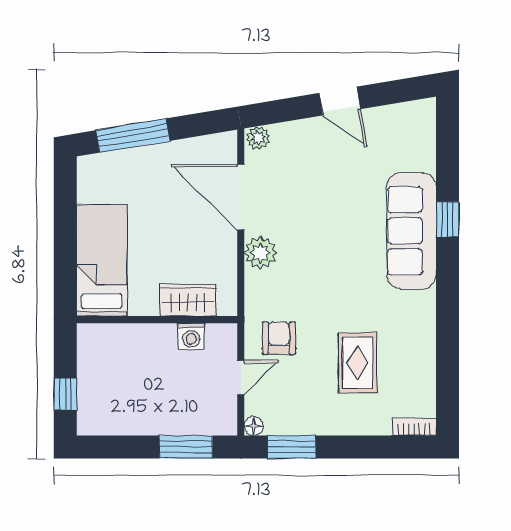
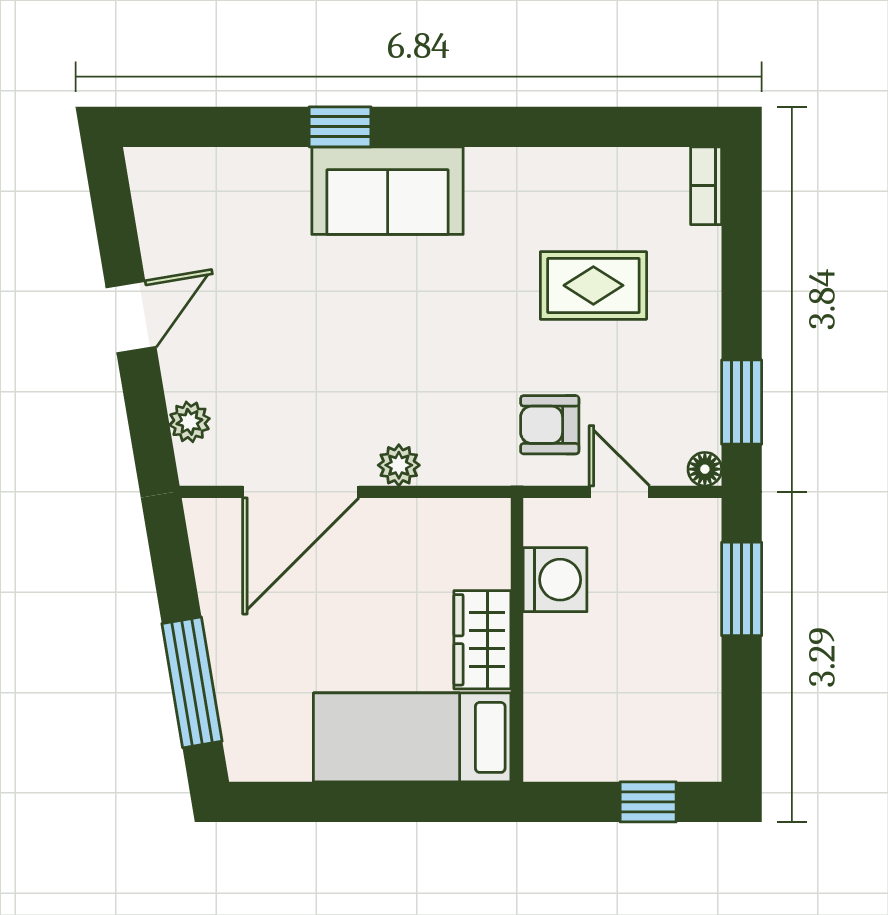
plant: (258, 138) -> (189, 422), moved
sofa: (411, 231) -> (388, 191), width x0.73
plant: (260, 253) -> (399, 465), width x0.73, depth x0.73
wardrobe: (188, 300) -> (482, 640), moved
washing machine: (191, 336) -> (555, 580), width x1.38, depth x1.38

